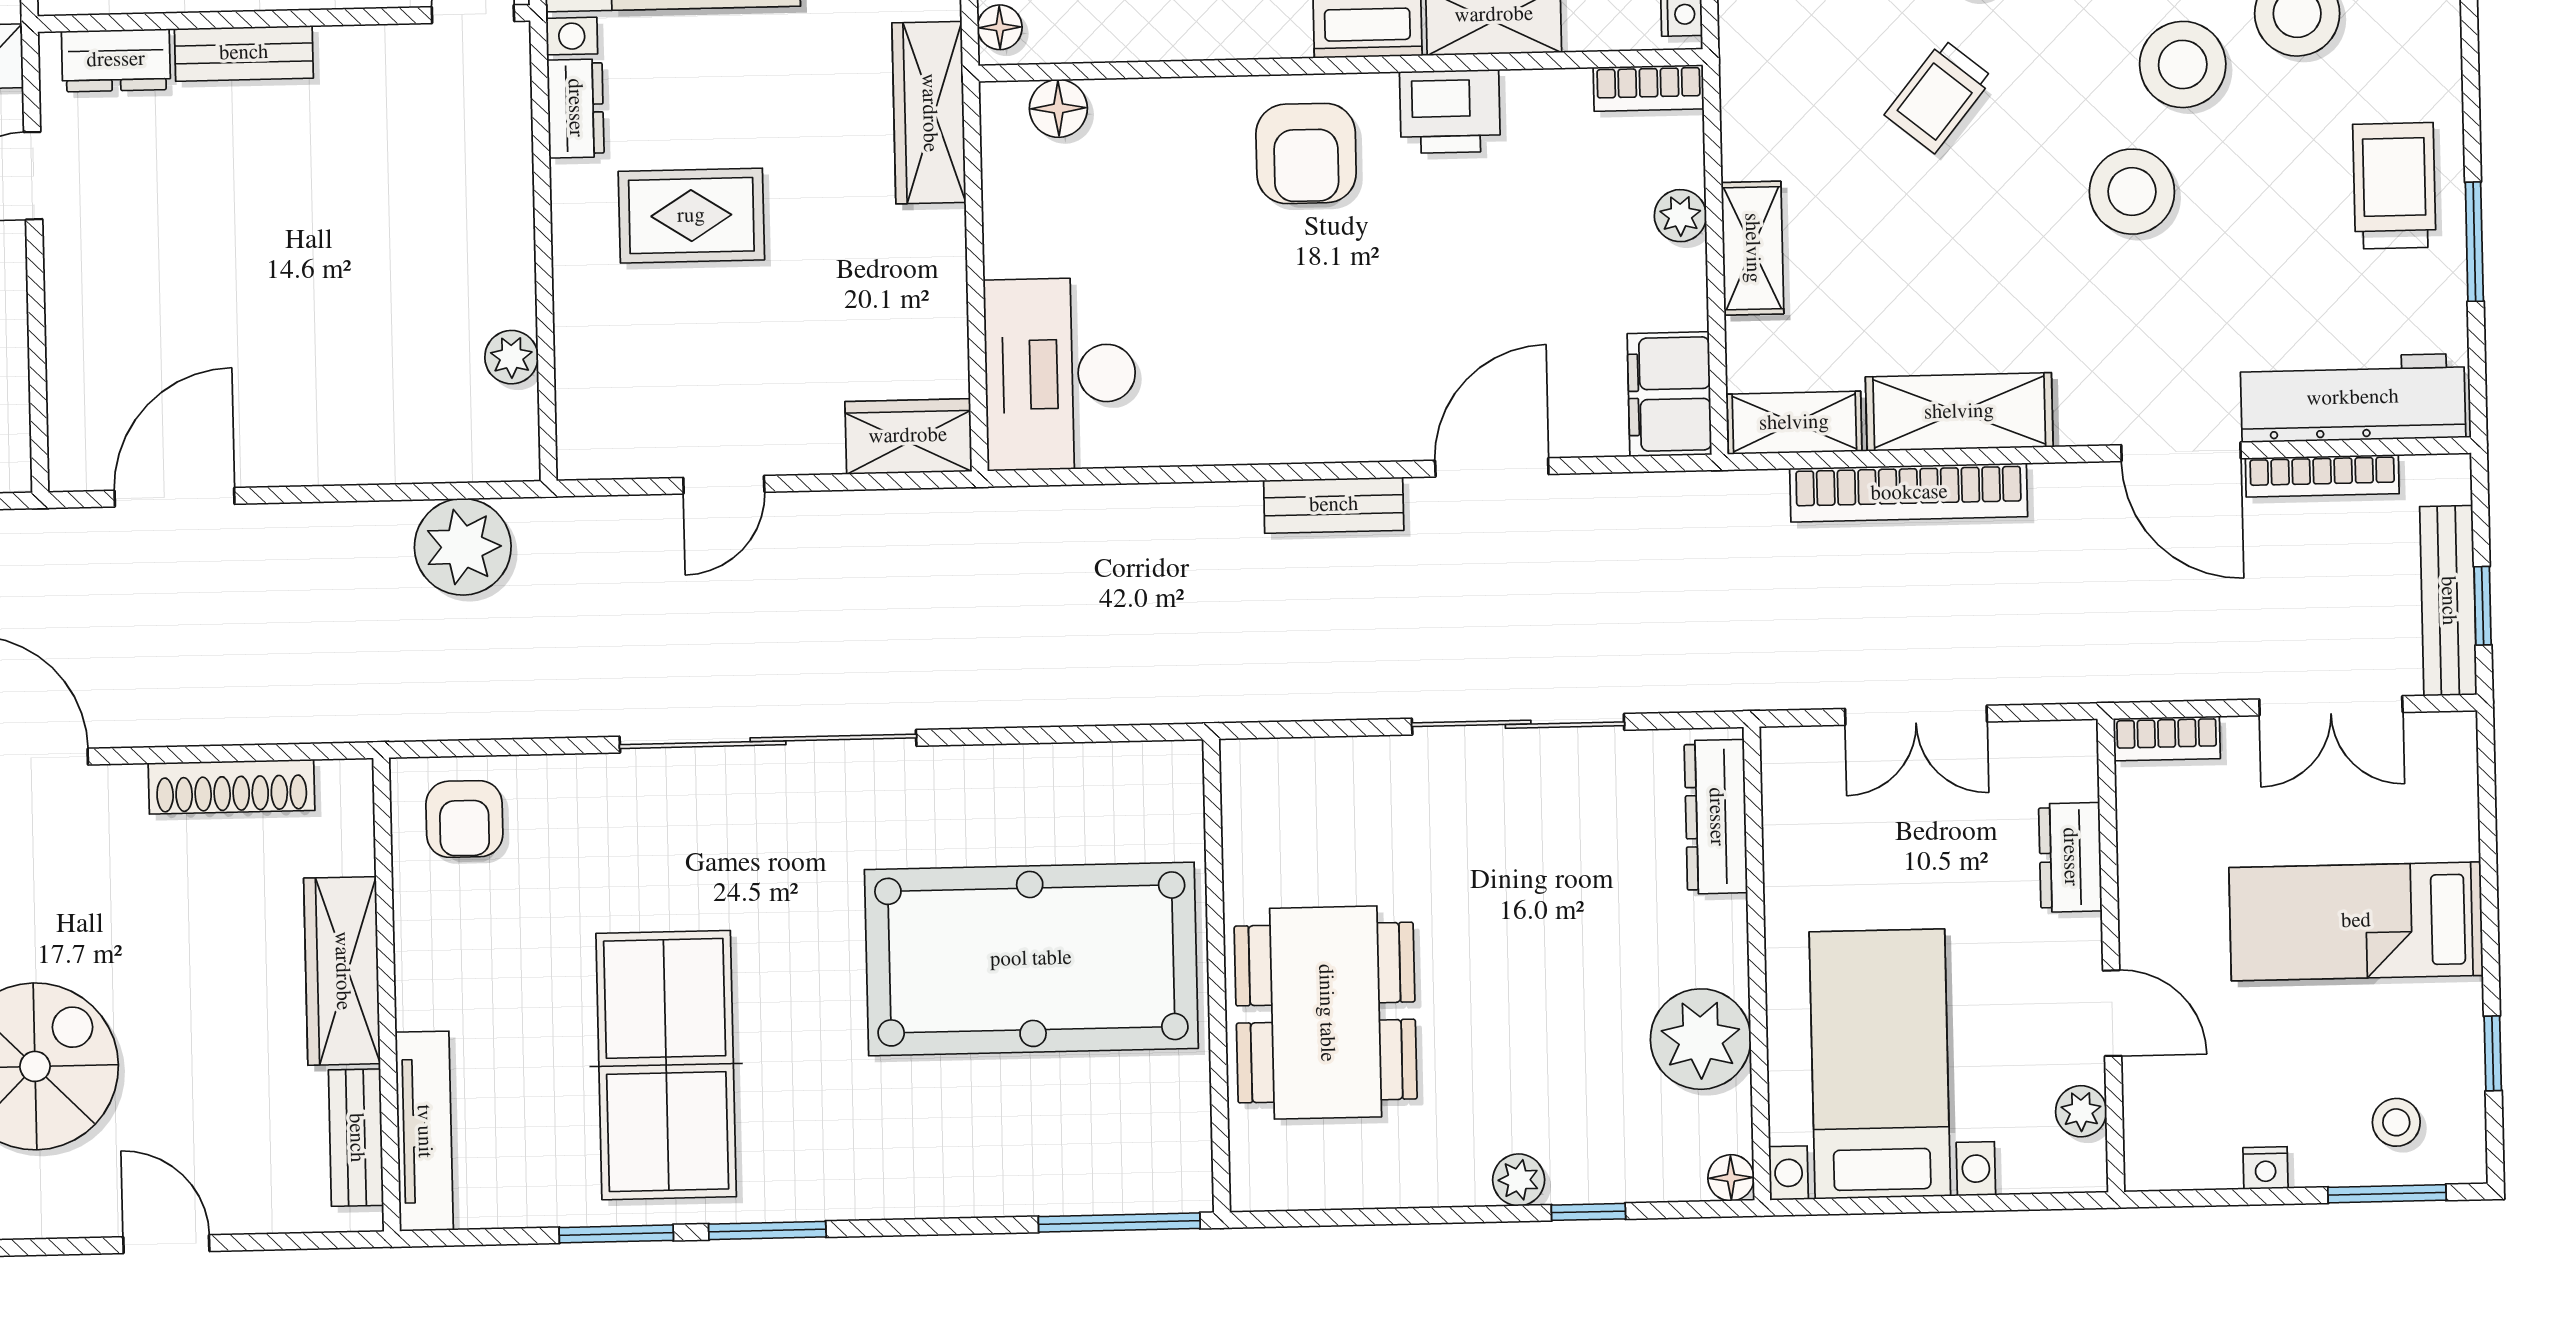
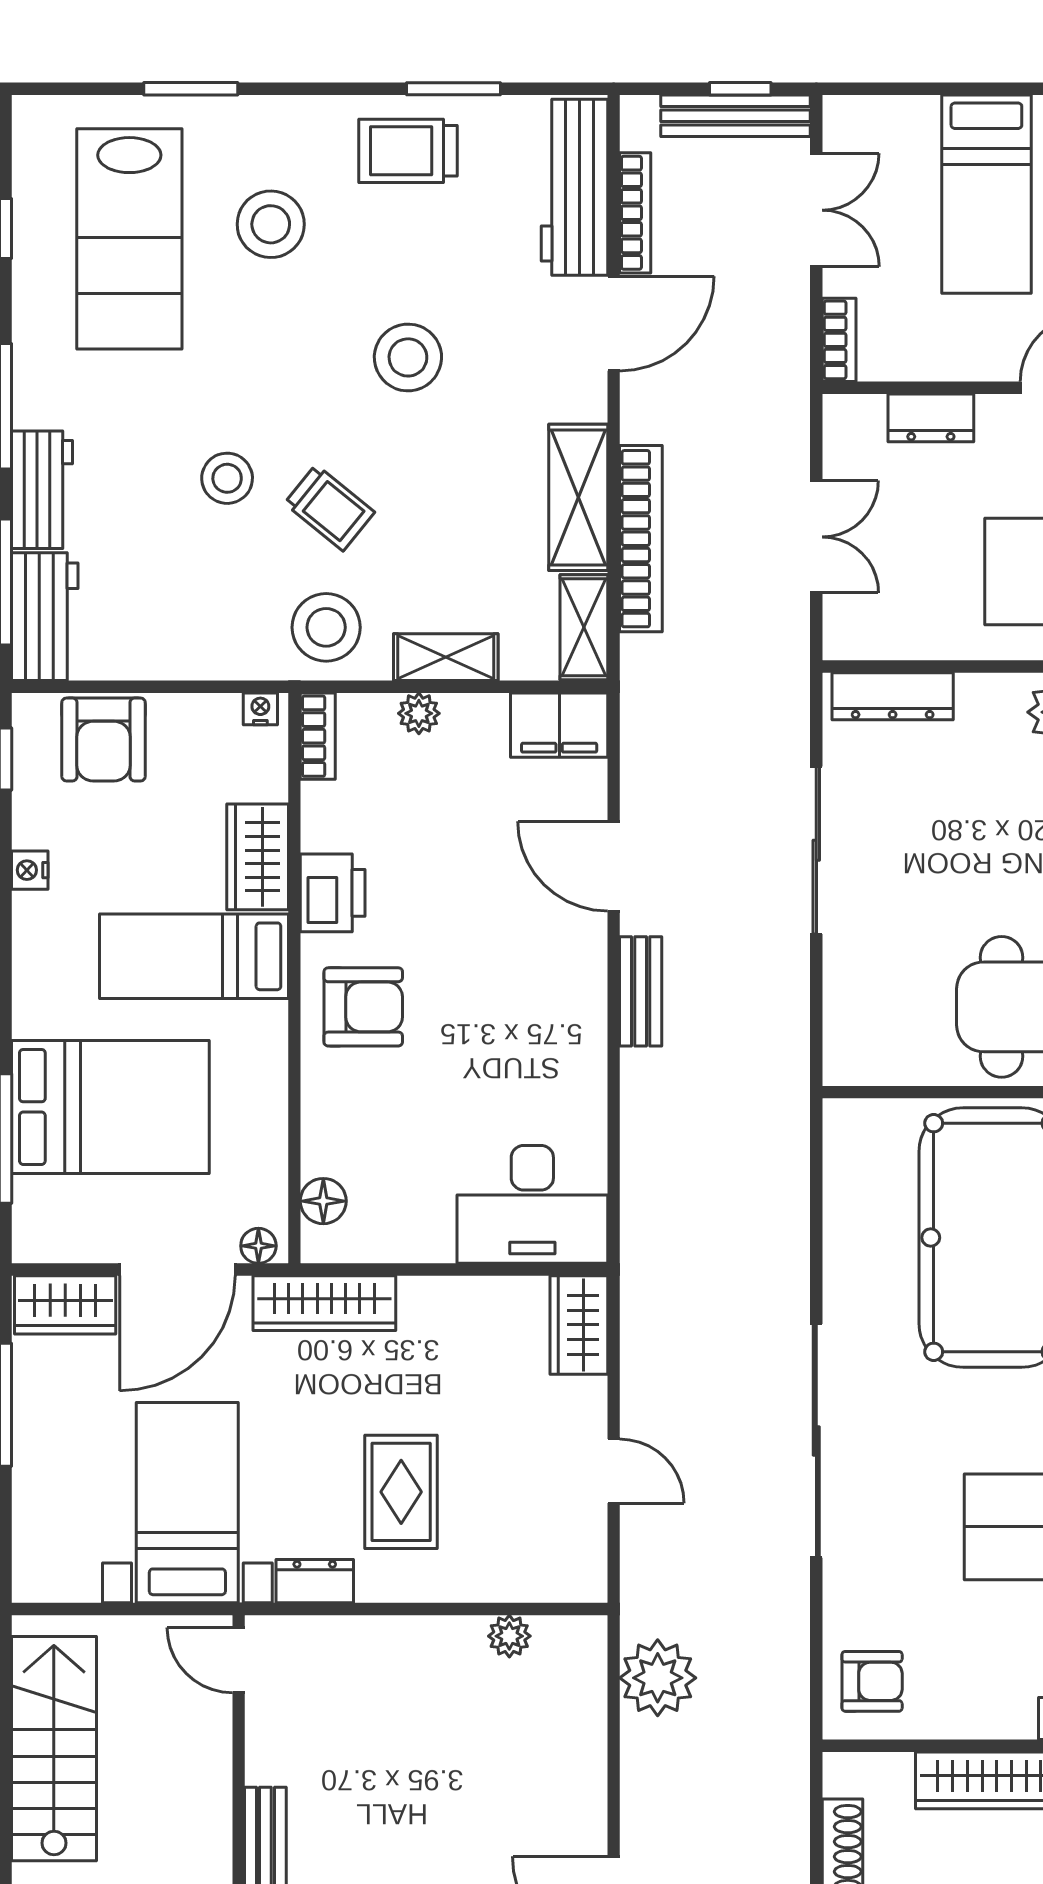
stool: (2183, 64) -> (326, 627), moved

